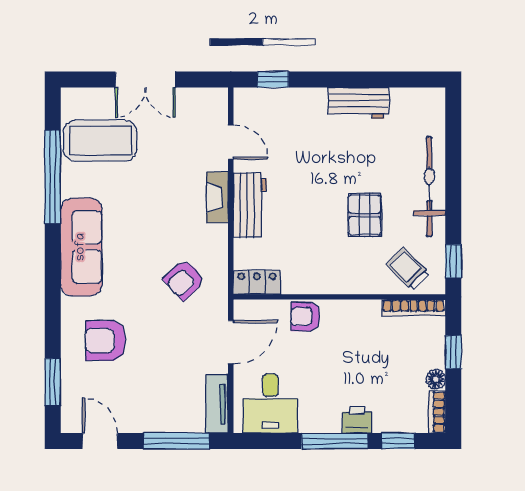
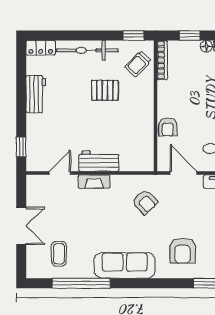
coffee table: (100, 141) -> (59, 254), width x0.54, depth x0.58
locker: (257, 282) -> (41, 48), moved, turned -90

